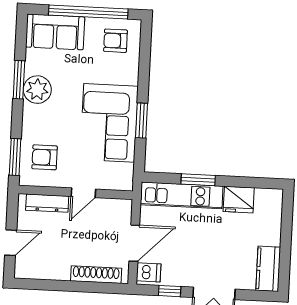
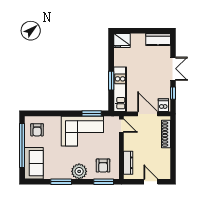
plant: (37, 90) -> (79, 171), moved
window: (142, 120) -> (92, 113), moved
door: (83, 193) -> (121, 126), moved
fridge: (239, 200) -> (122, 41), moved, turned 90

